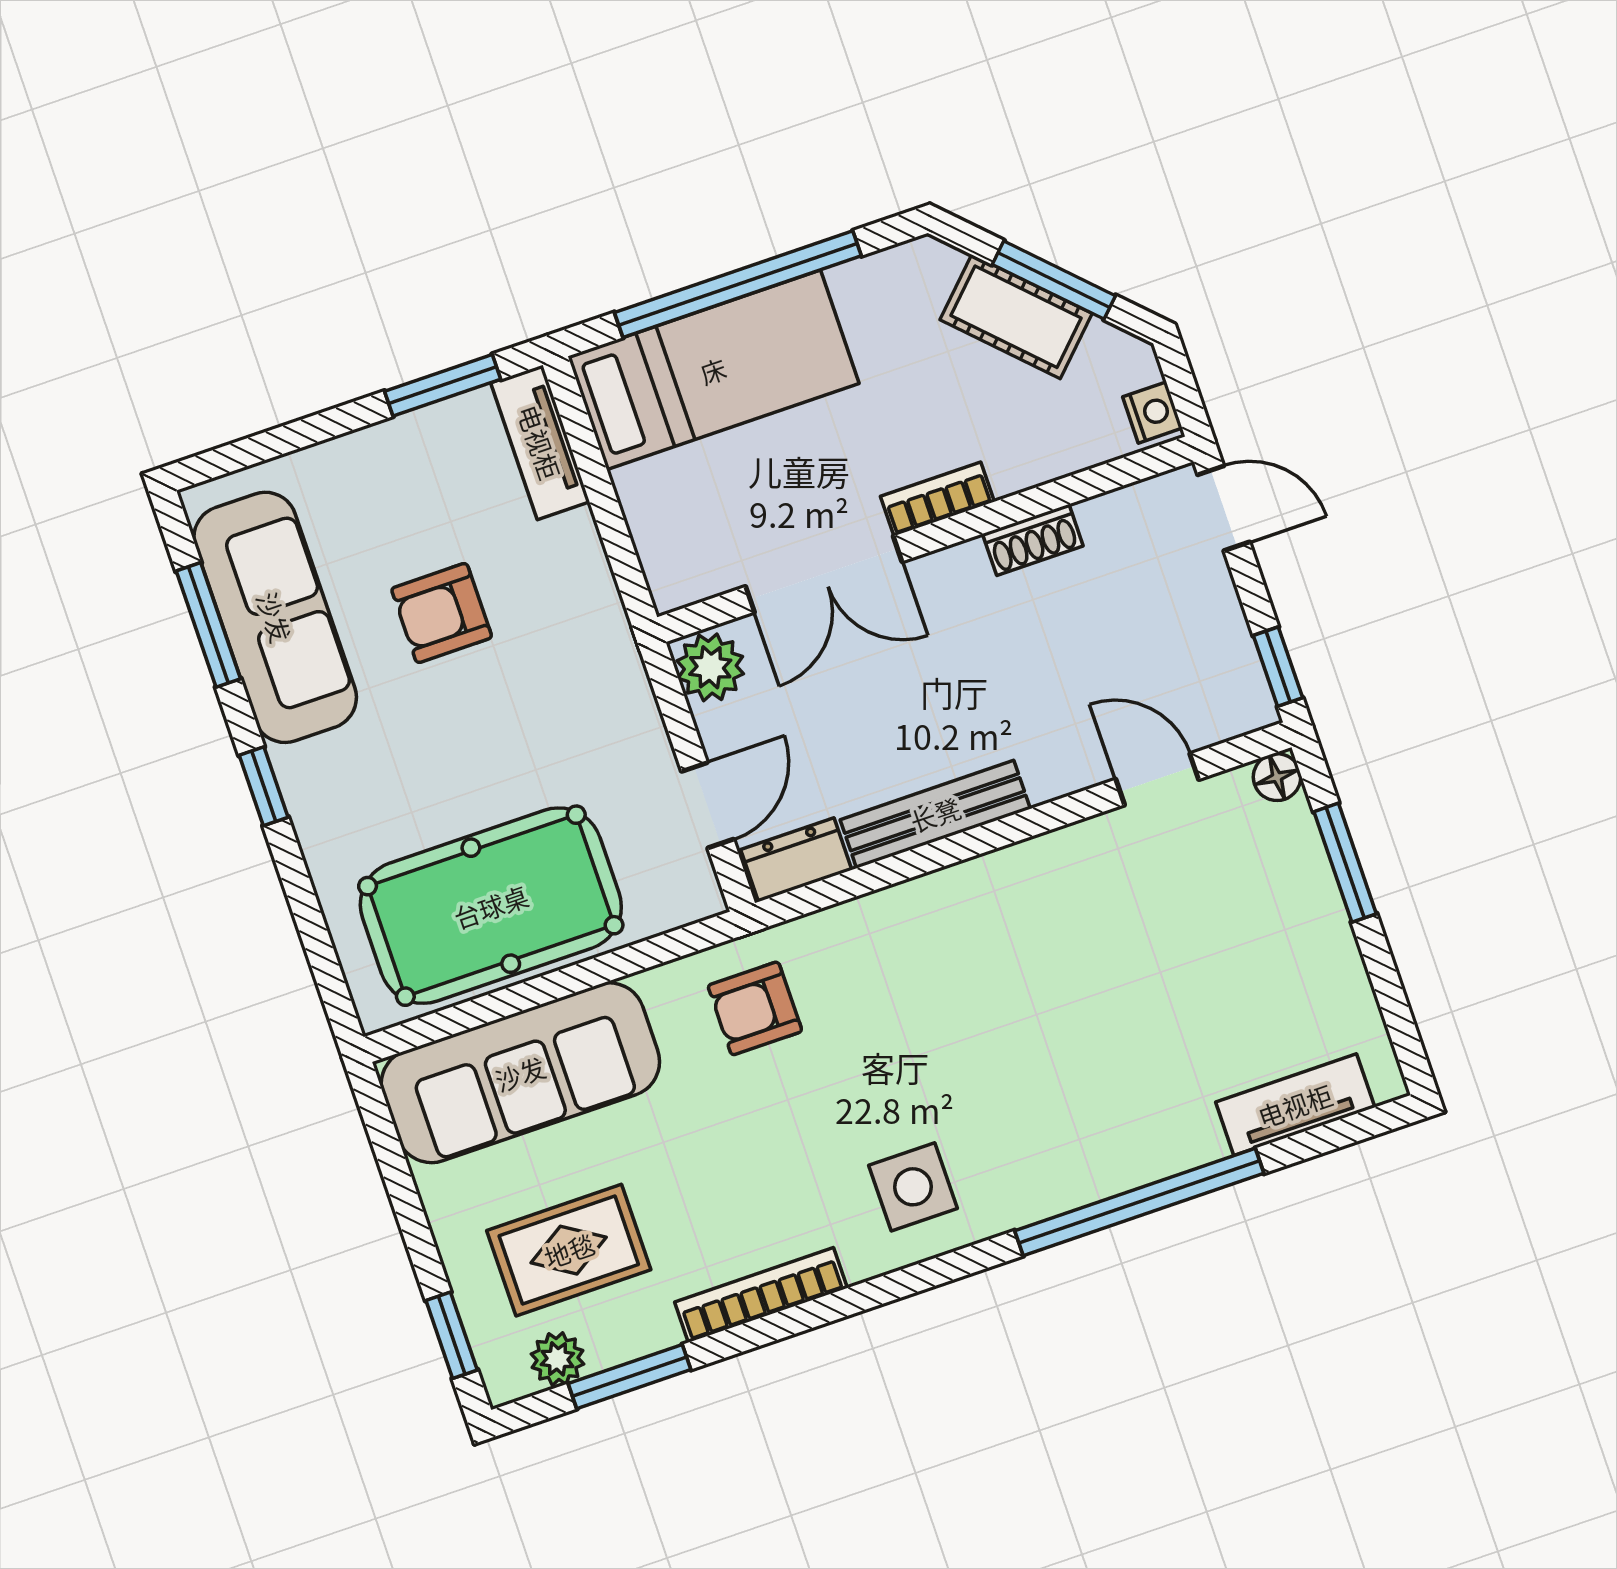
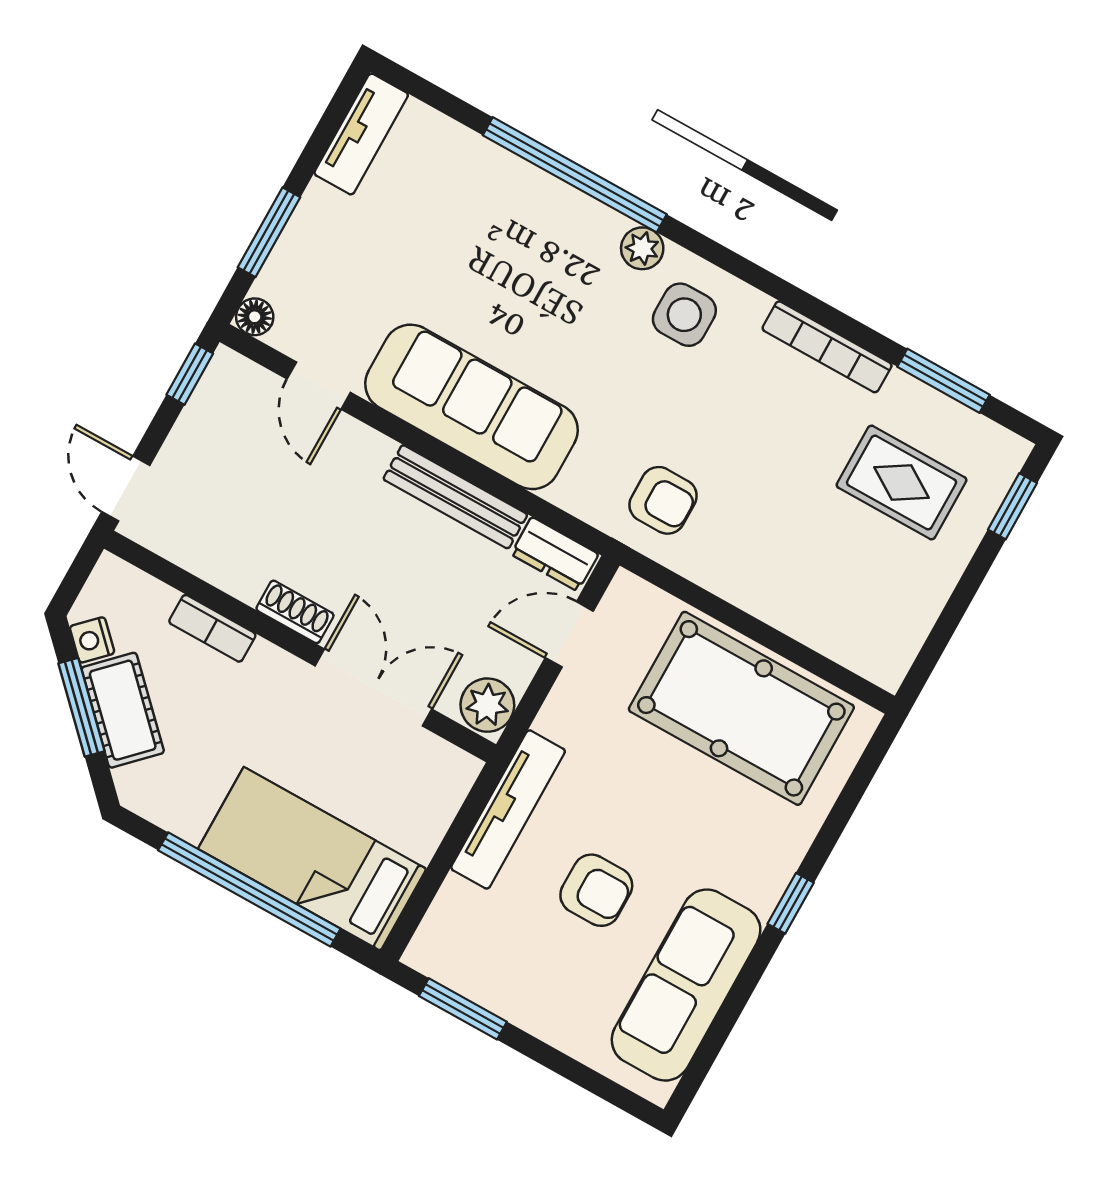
nightstand: (1152, 412) -> (92, 640), moved, turned -45
tv unit: (540, 442) -> (508, 809), moved, width x1.41
bookcase: (937, 499) -> (212, 628), moved
shoe rack: (1033, 540) -> (295, 612), moved
window: (208, 625) -> (725, 1020), removed
sofa: (520, 1073) -> (472, 407), moved
tv unit: (1295, 1105) -> (361, 134), moved, turned -90
plant: (557, 1359) -> (642, 248), moved

